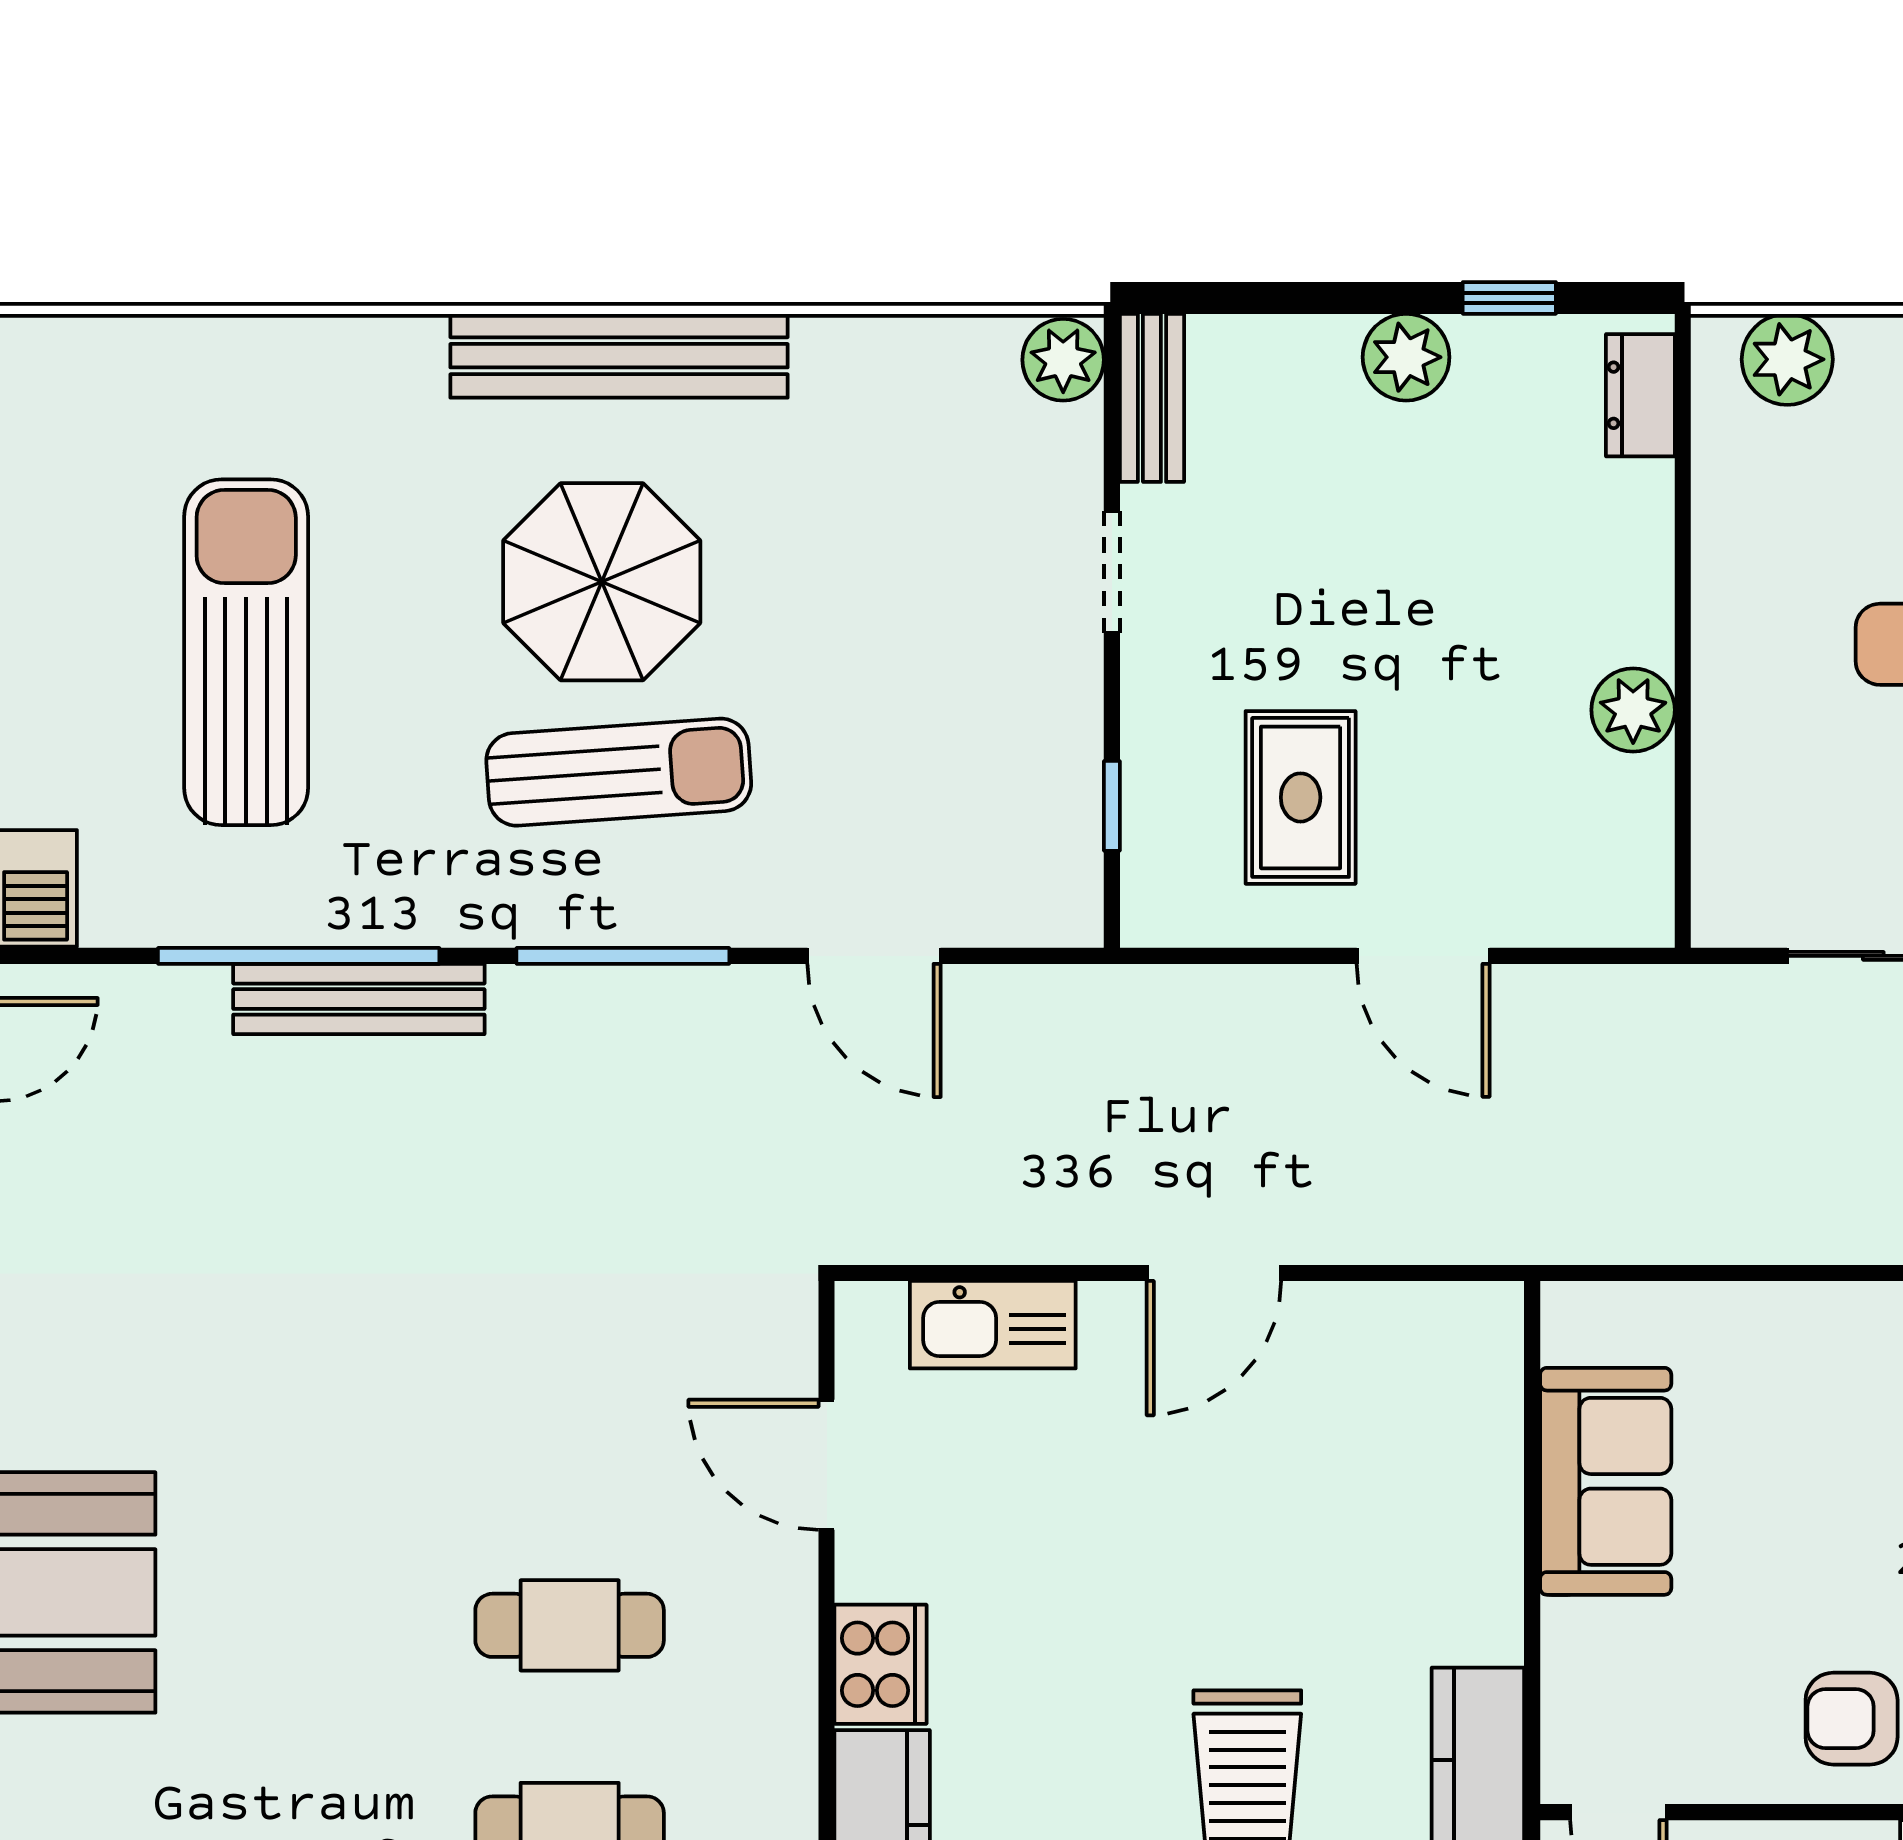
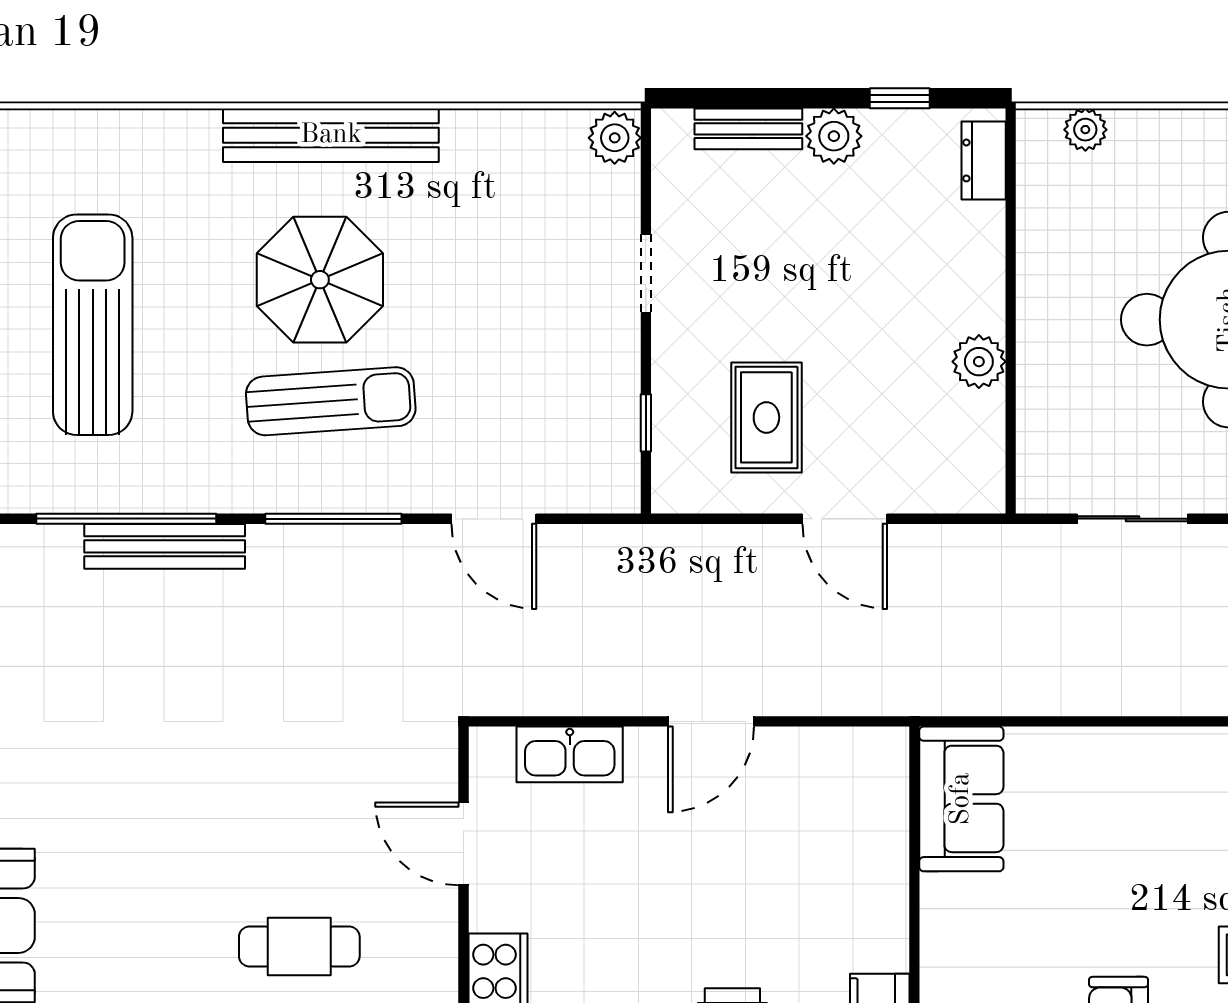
plant: (1787, 359) -> (1085, 130), width x0.73, depth x0.73
bench: (1152, 398) -> (748, 129), moved, turned 90
sofa: (1606, 1481) -> (961, 799), moved

